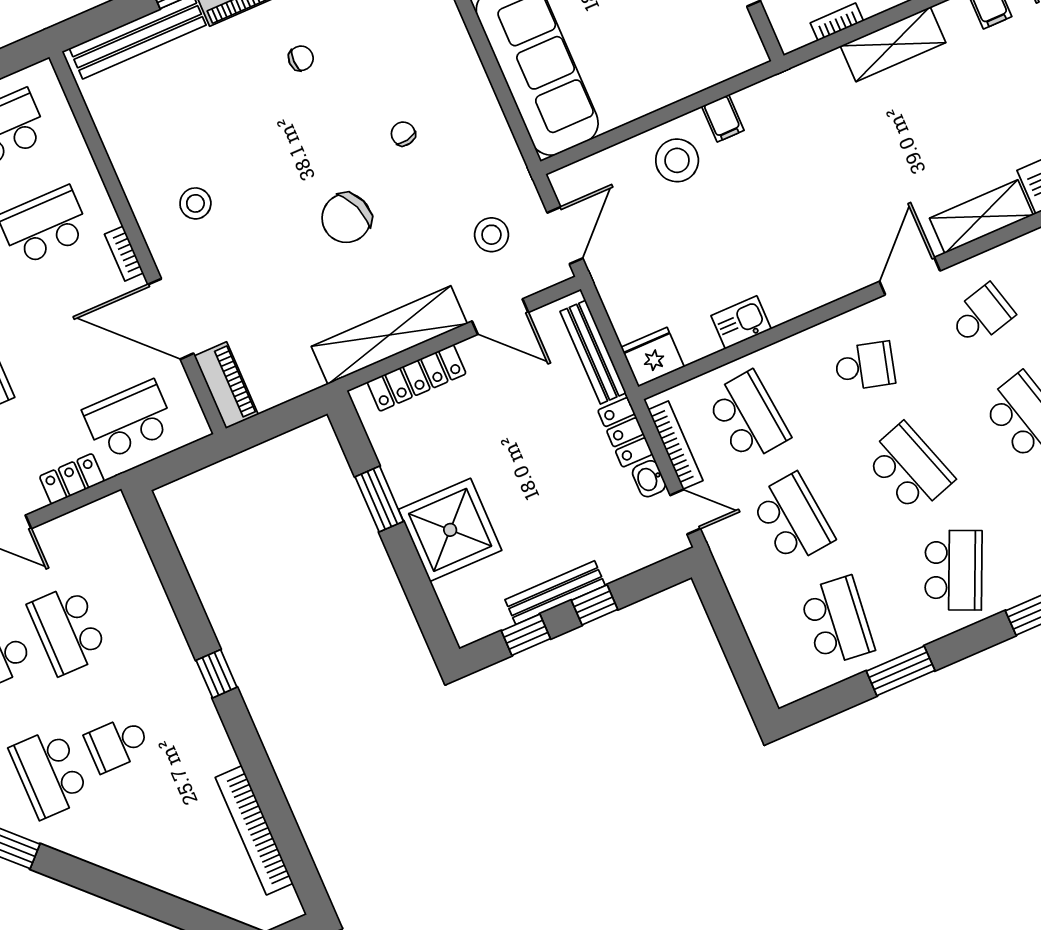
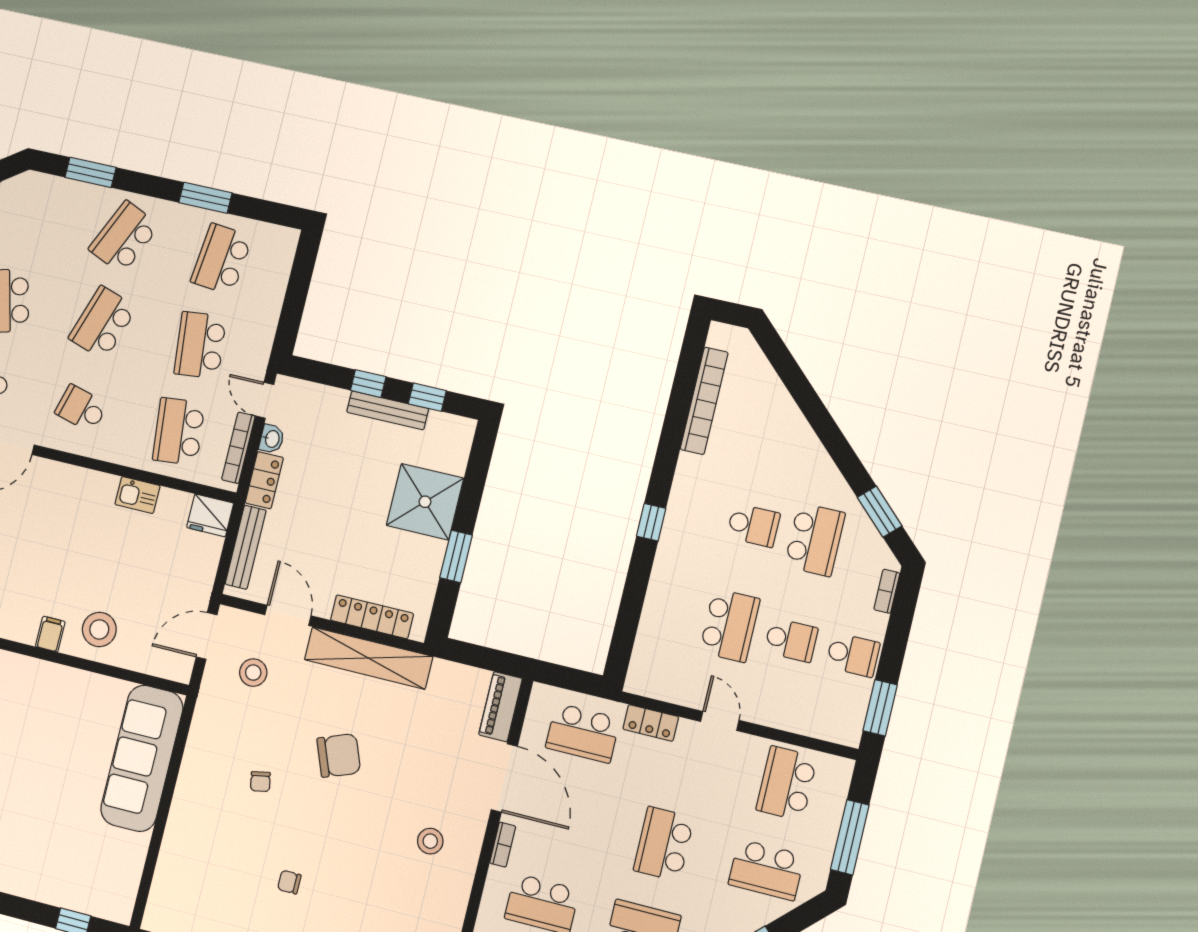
school desk: (909, 468) -> (103, 323), turned 36

